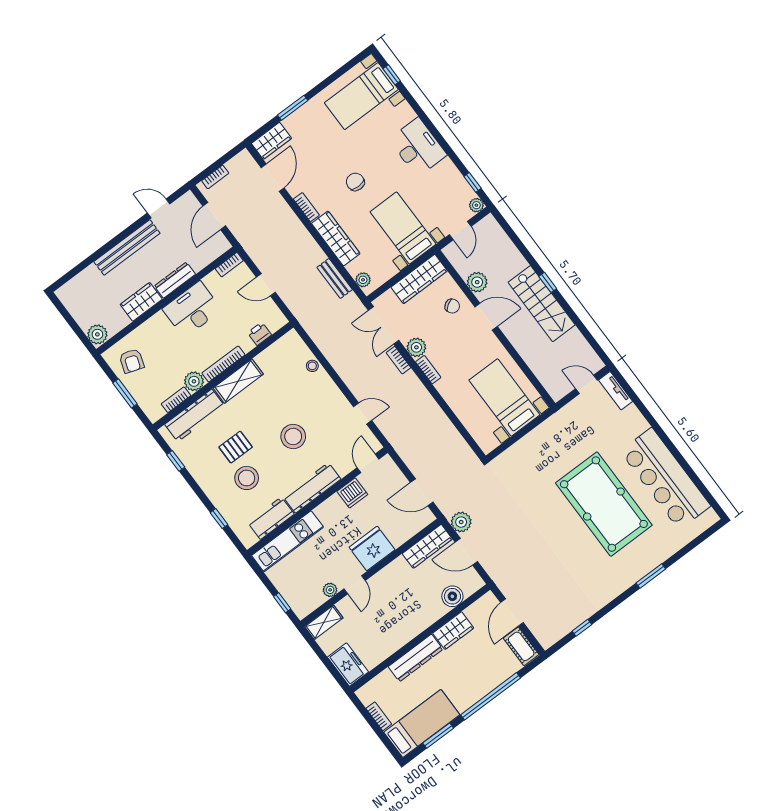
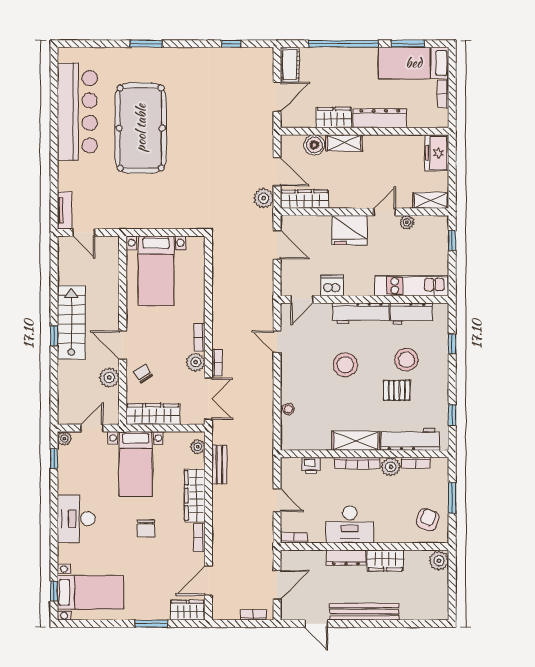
shelving: (430, 616) -> (344, 143), added

